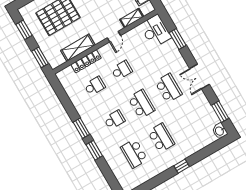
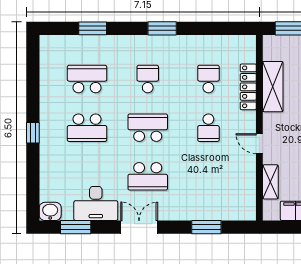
desk: (155, 31) -> (96, 203), moved
school desk: (95, 86) -> (208, 79), turned 180
school desk: (141, 104) -> (148, 128), turned 180
school desk: (114, 120) -> (148, 79), turned 180
window: (94, 150) -> (93, 28), moved

